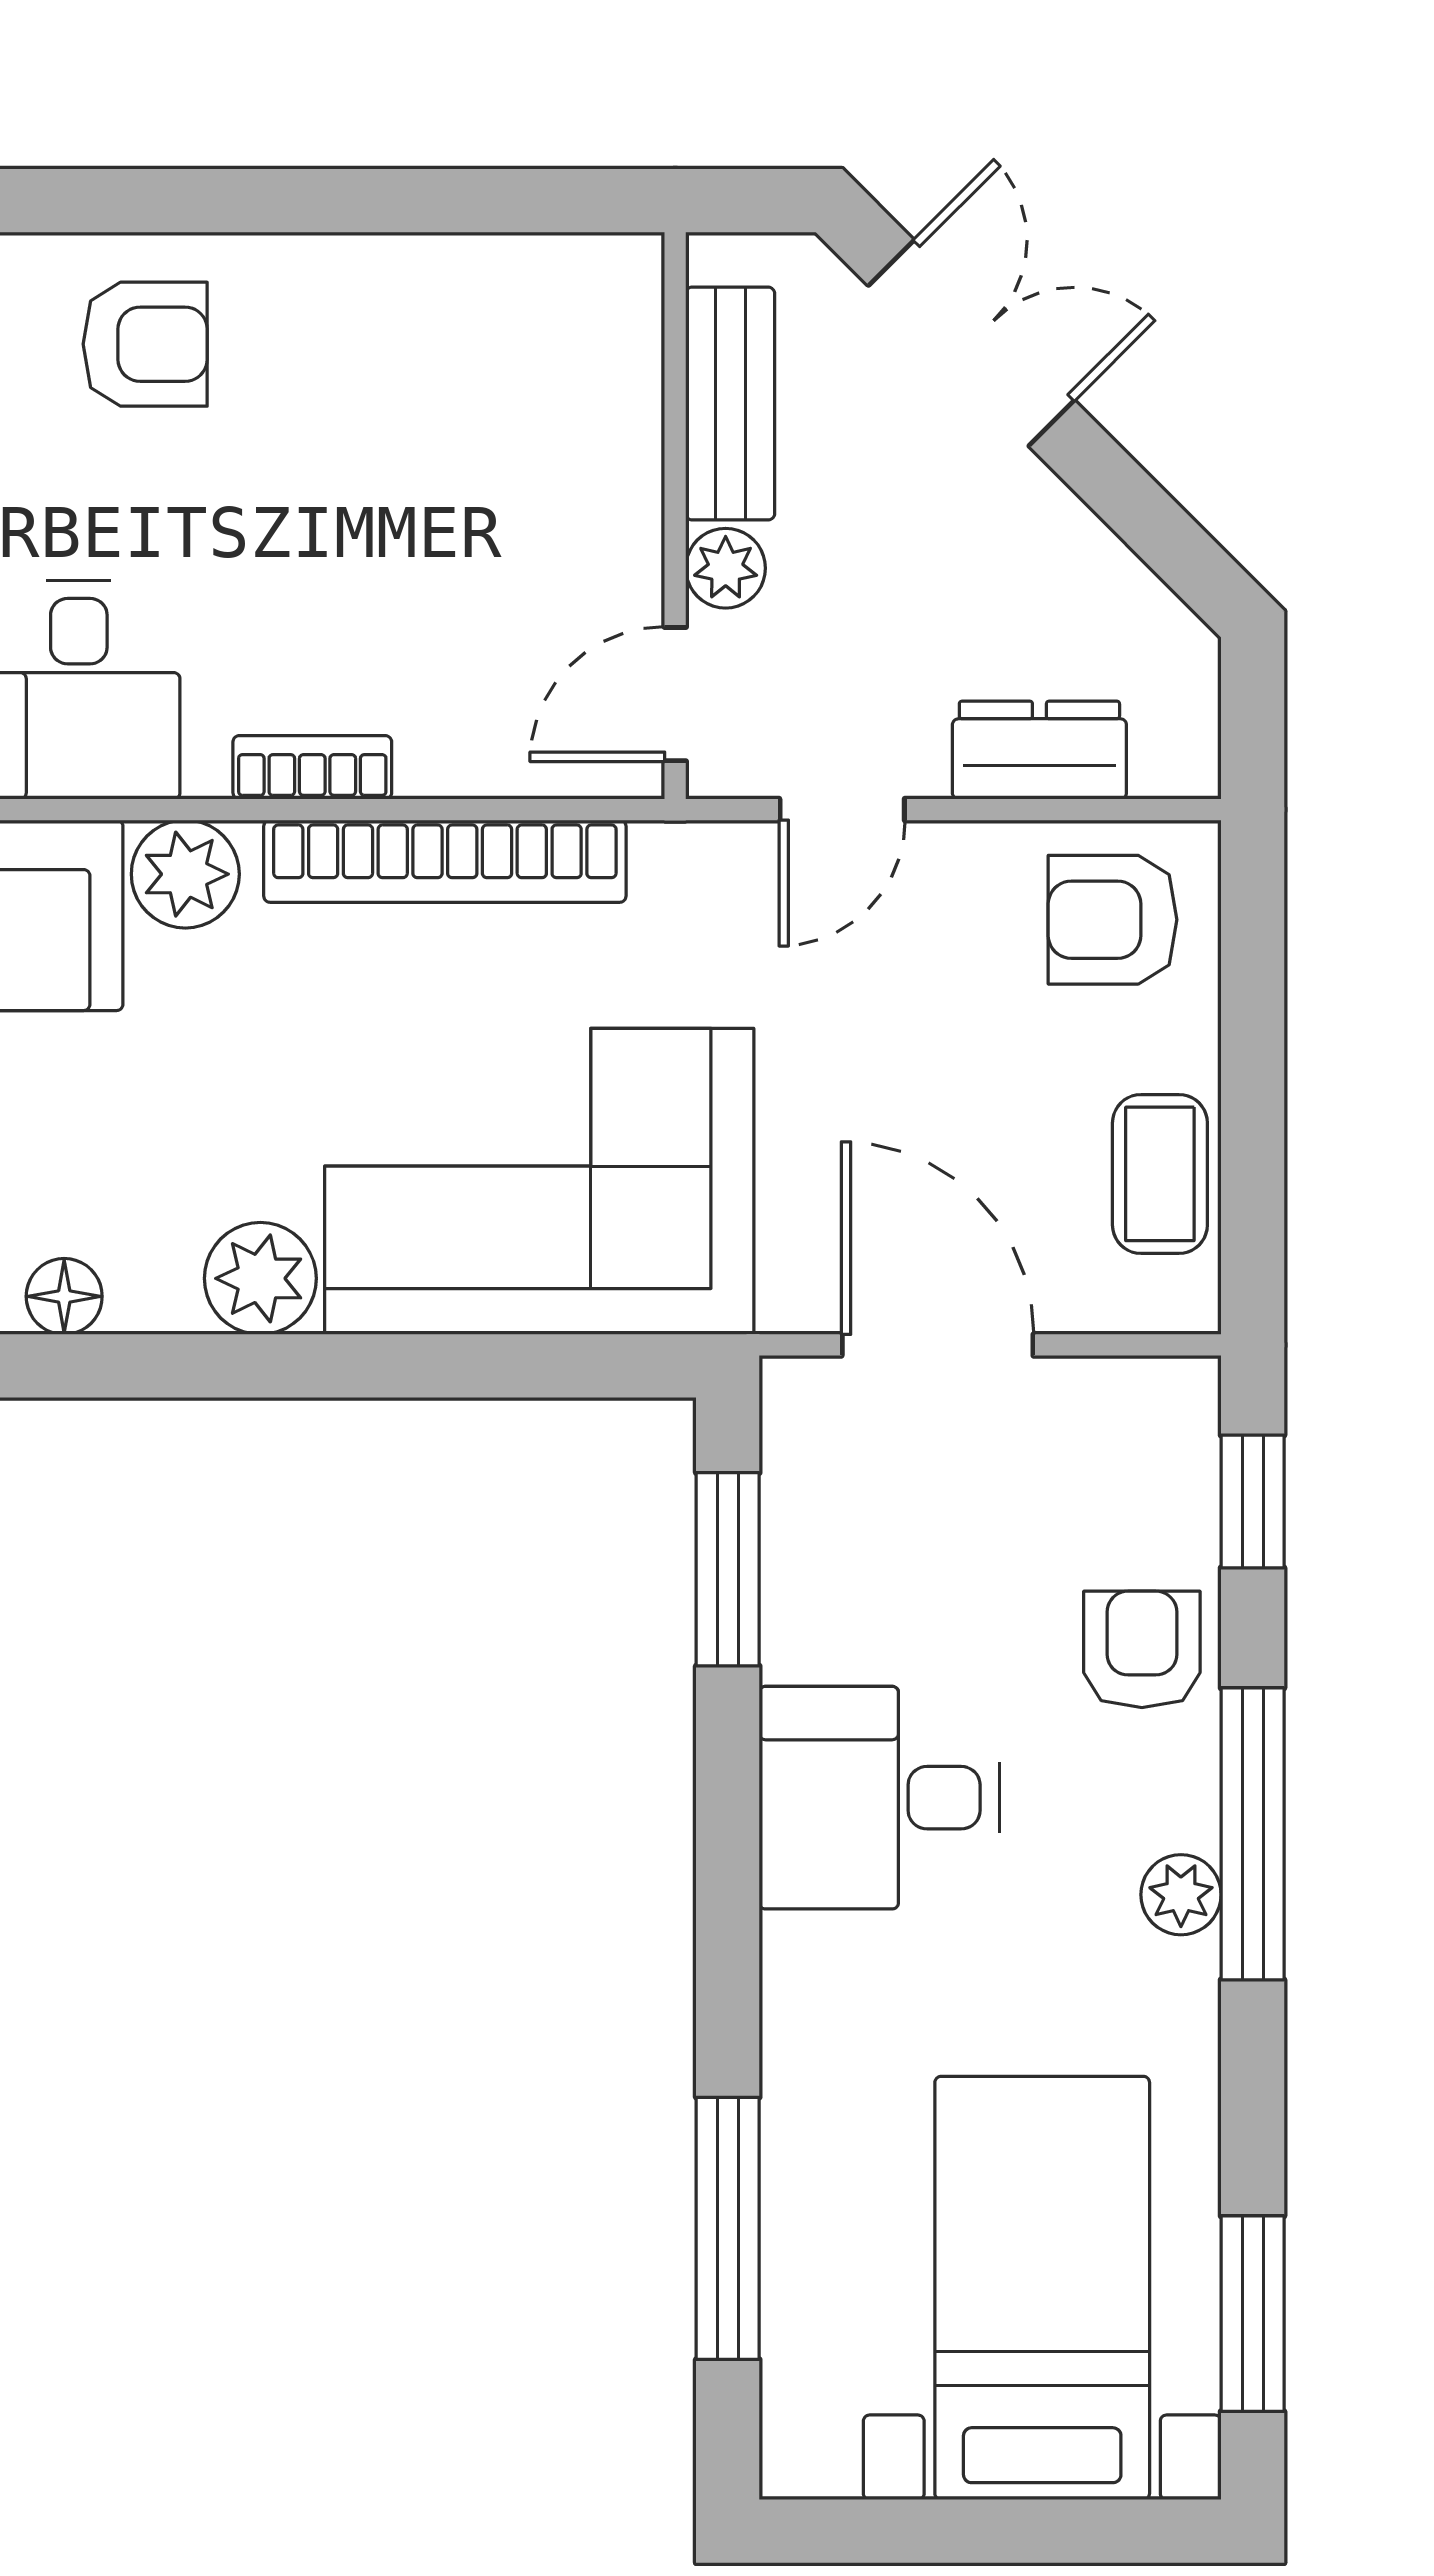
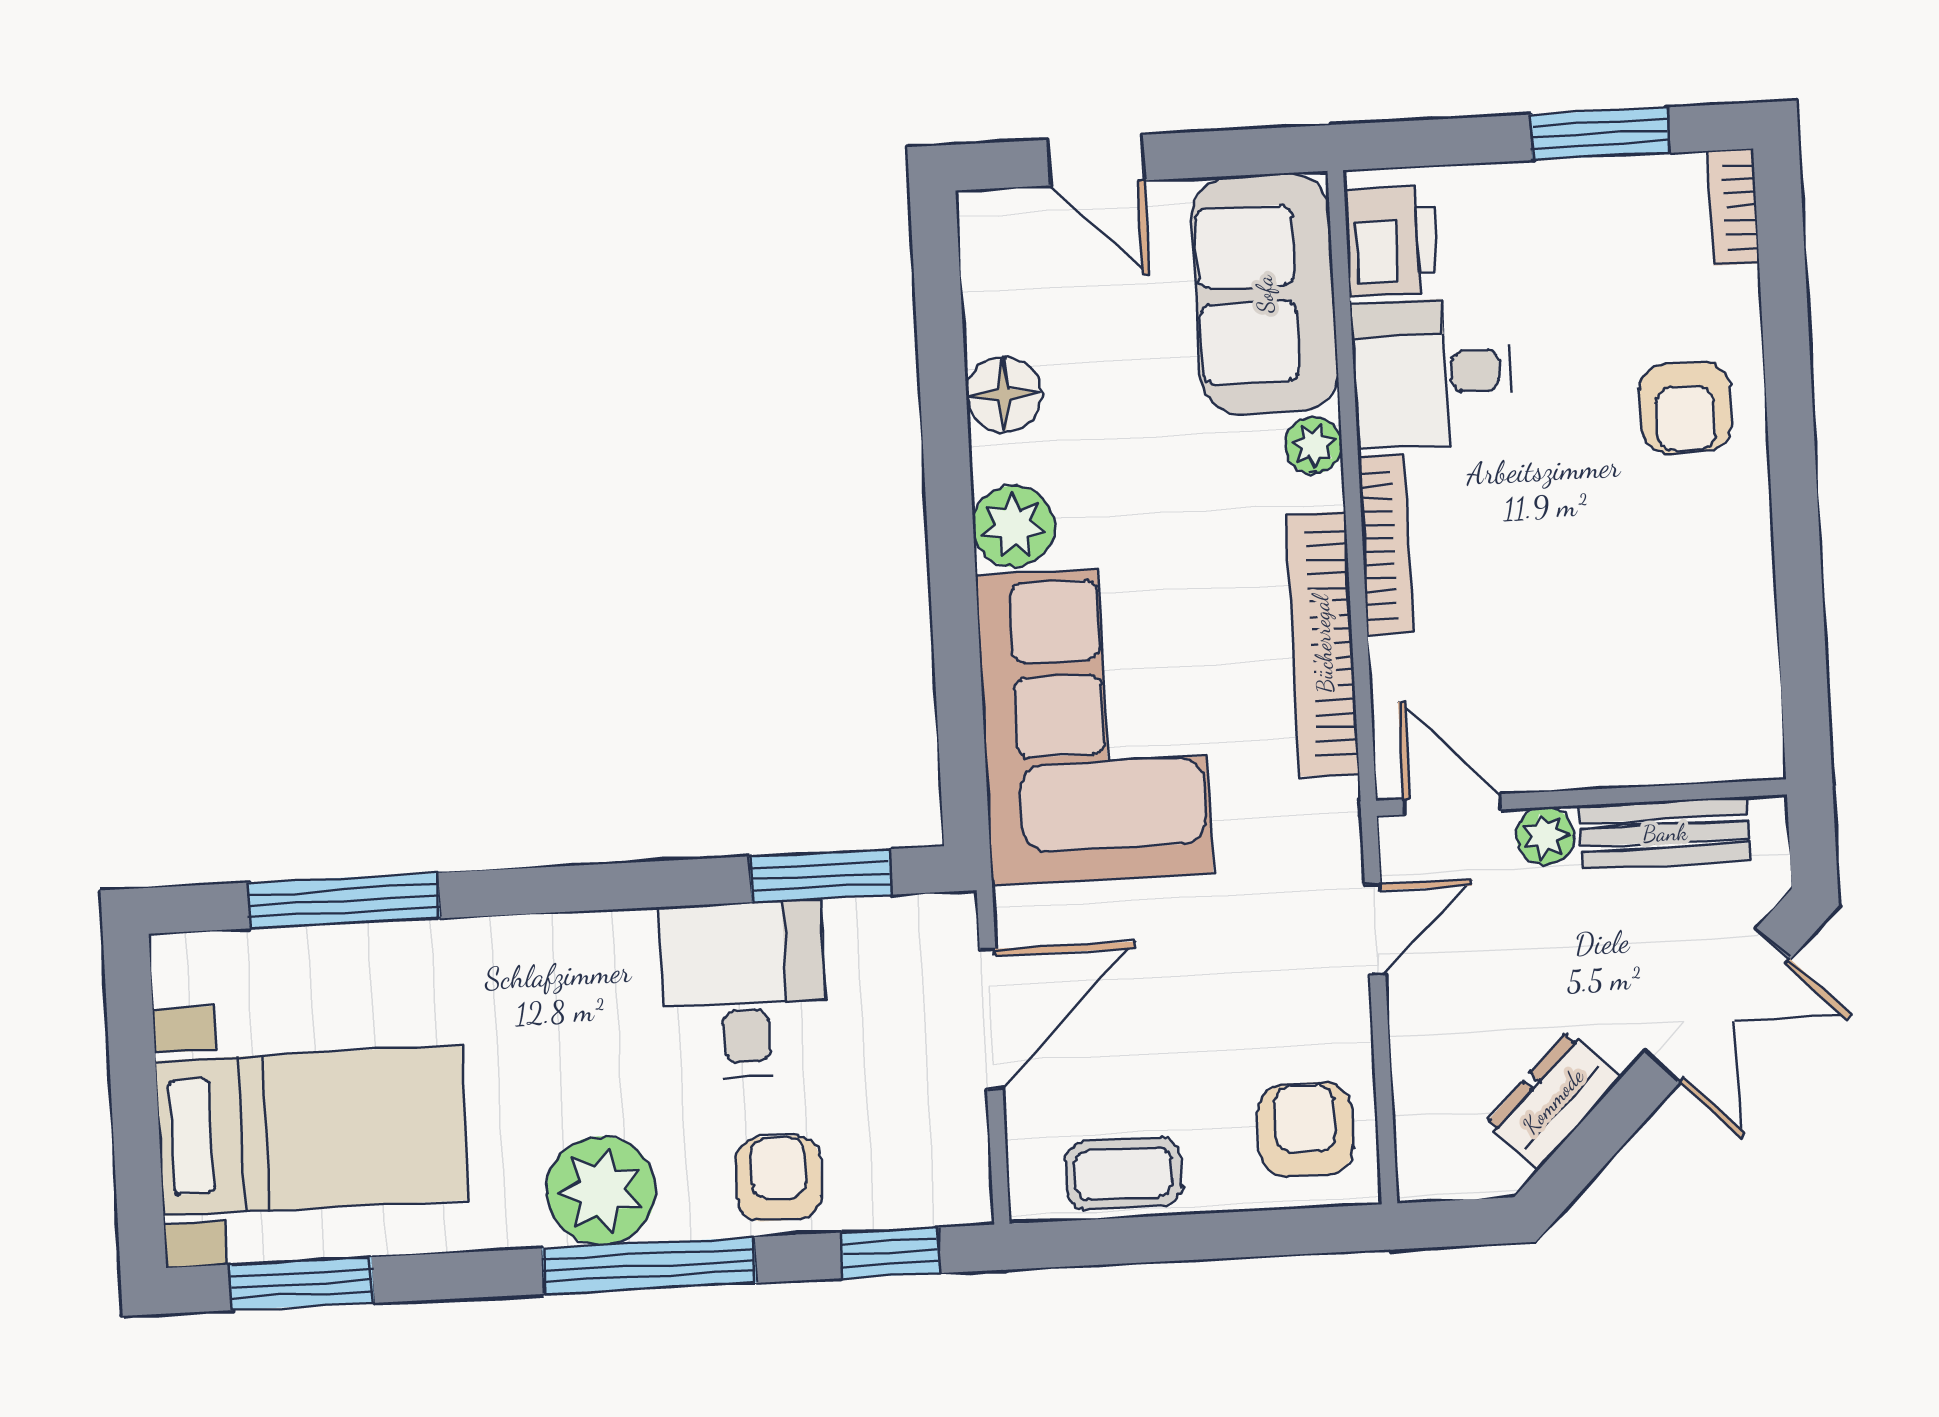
dresser: (1039, 750) -> (1553, 1101), moved, turned -135
bookcase: (312, 767) -> (1386, 544), width x1.56
door: (842, 810) -> (1375, 930), swing flipped
plant: (185, 874) -> (1314, 445), width x0.73, depth x0.73
floor lamp: (64, 1296) -> (1004, 395), width x1.37, depth x1.37
armchair: (1142, 1649) -> (779, 1178), turned -90
desk: (879, 1798) -> (744, 990), moved
plant: (1181, 1895) -> (601, 1191), width x1.88, depth x1.88

